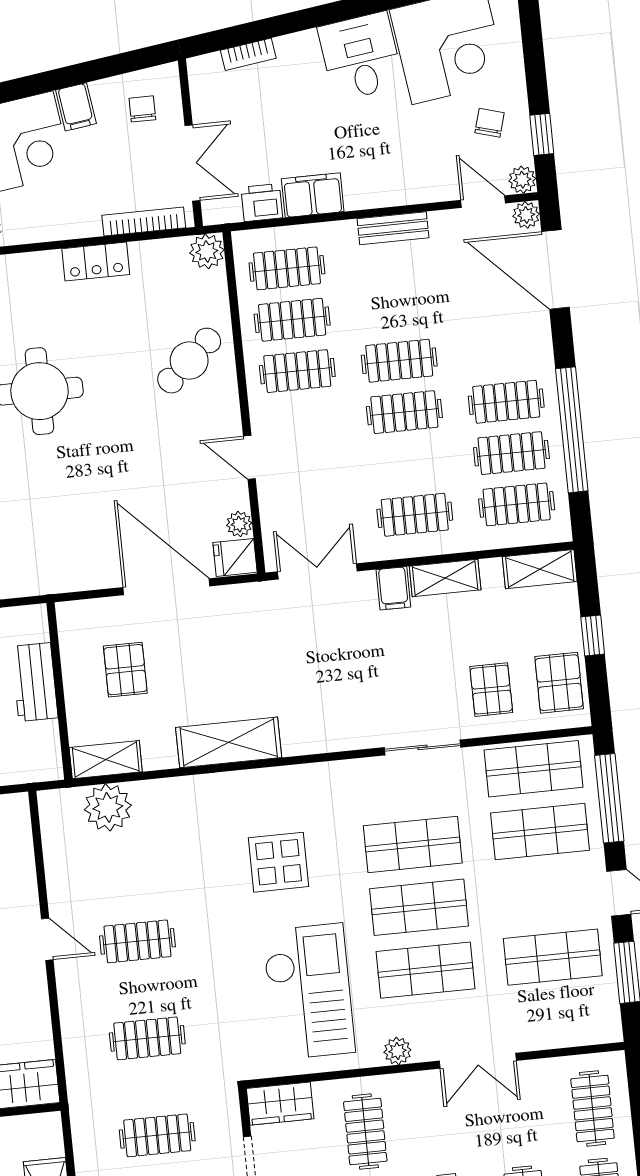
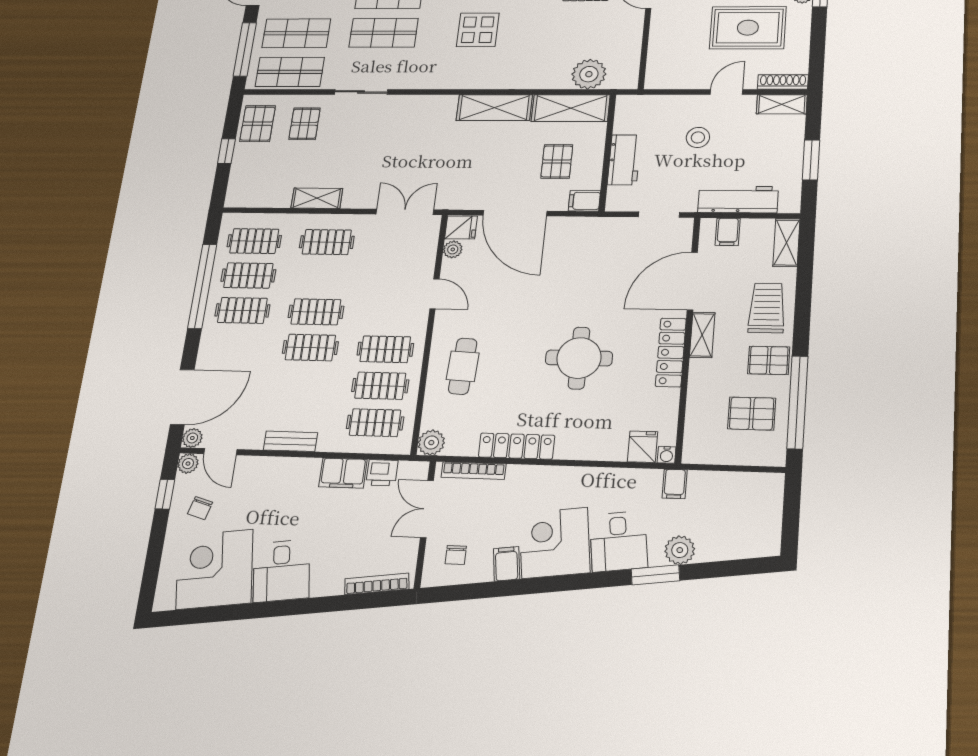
bookcase: (248, 54) -> (377, 584), width x1.56
locker: (96, 262) -> (516, 446), width x1.53
door: (556, 269) -> (182, 397), hinge flipped
cafe table: (189, 361) -> (463, 366), turned -46
shelving: (540, 569) -> (250, 197), removed
double door: (317, 571) -> (405, 212), swing flipped
filing cabinet: (393, 588) -> (584, 201), moved, turned -90
shelving: (106, 760) -> (571, 108), width x1.50, depth x1.33

